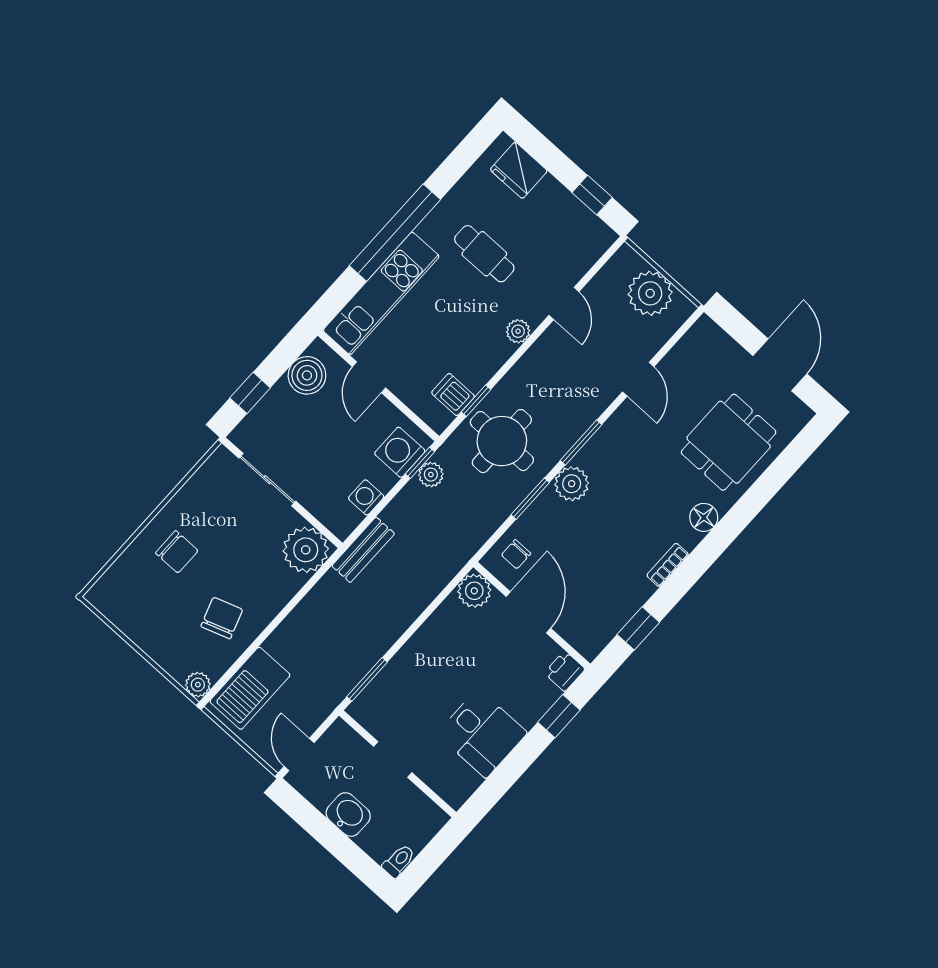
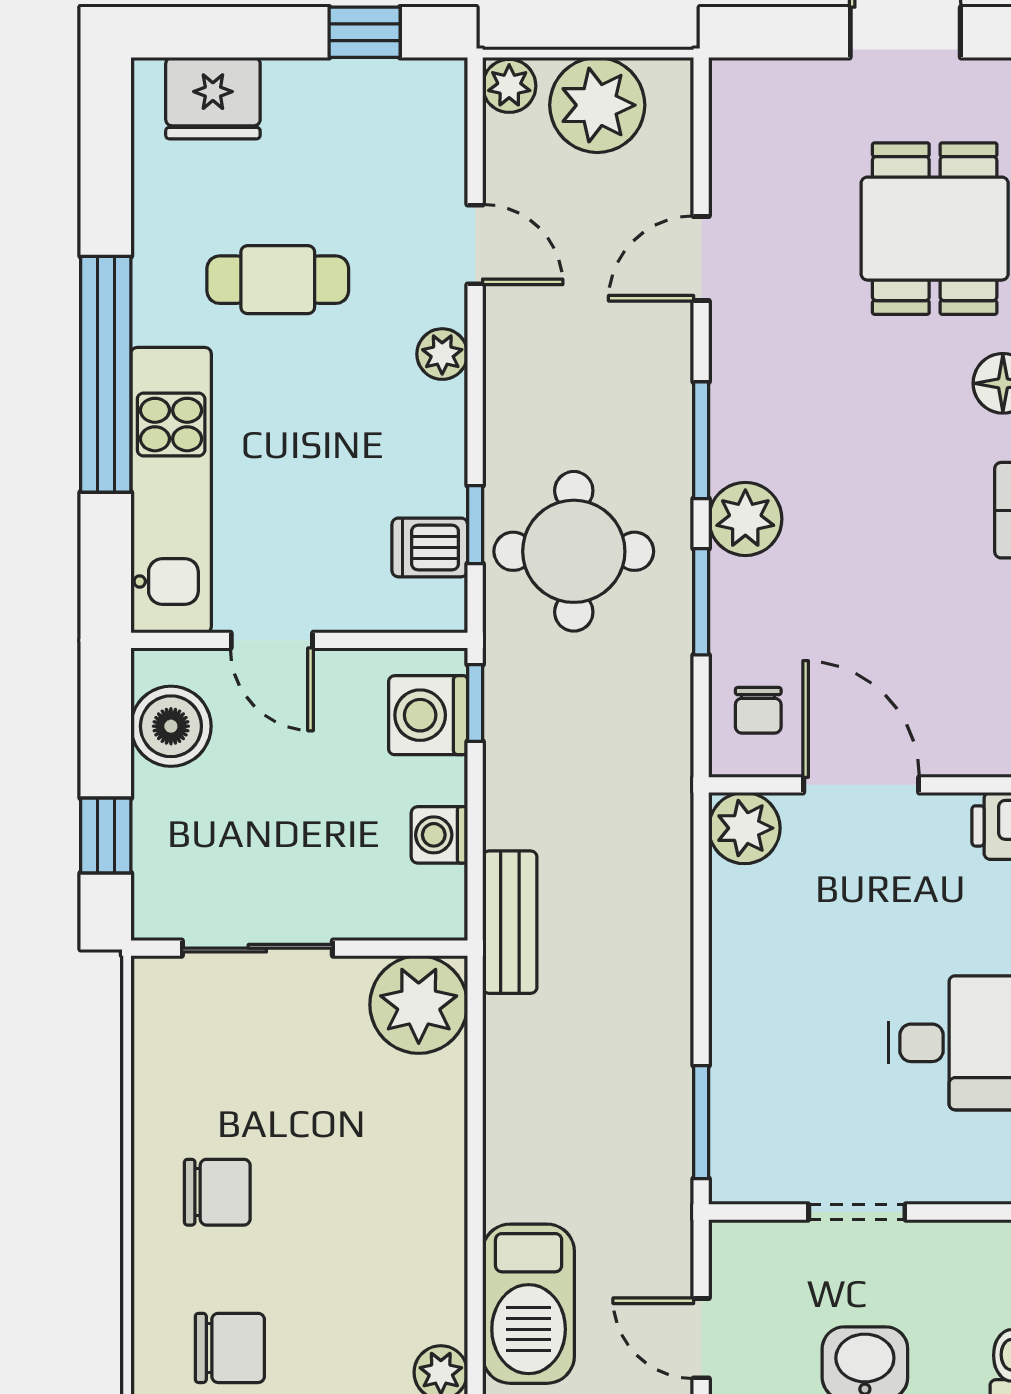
door: (638, 379) -> (701, 258), swing flipped
plant: (431, 475) -> (509, 86), moved
chair: (222, 618) -> (230, 1348), moved, turned 109

